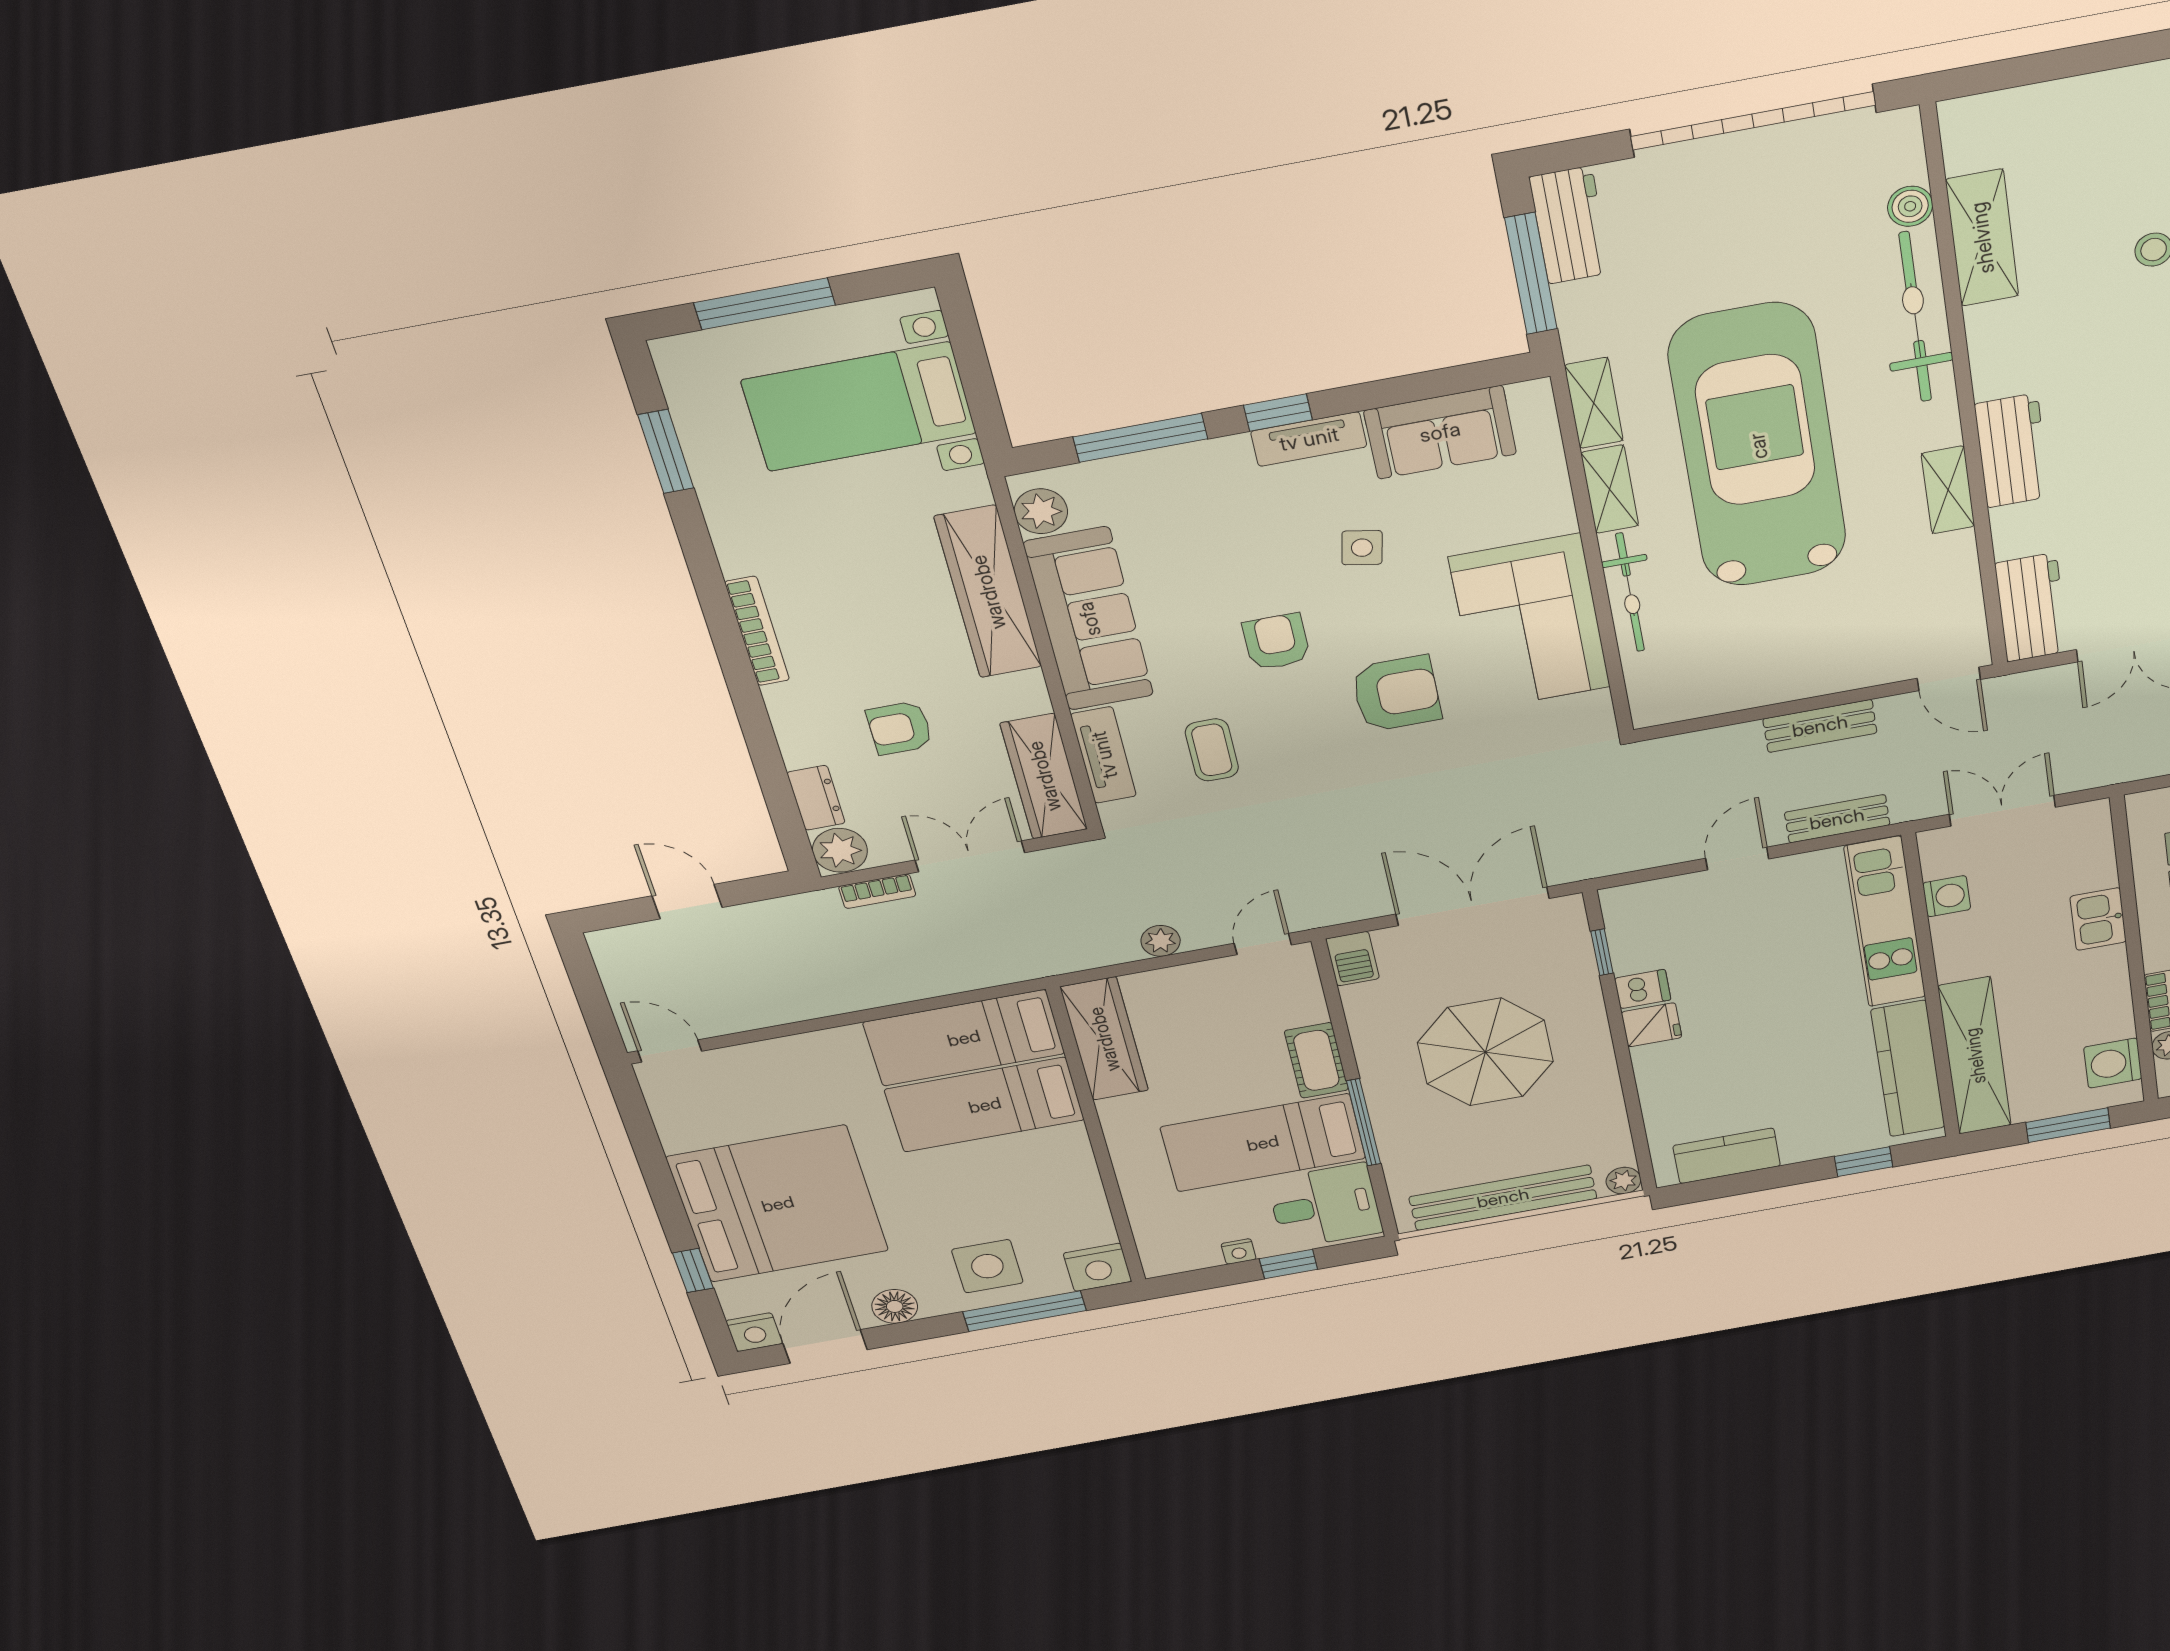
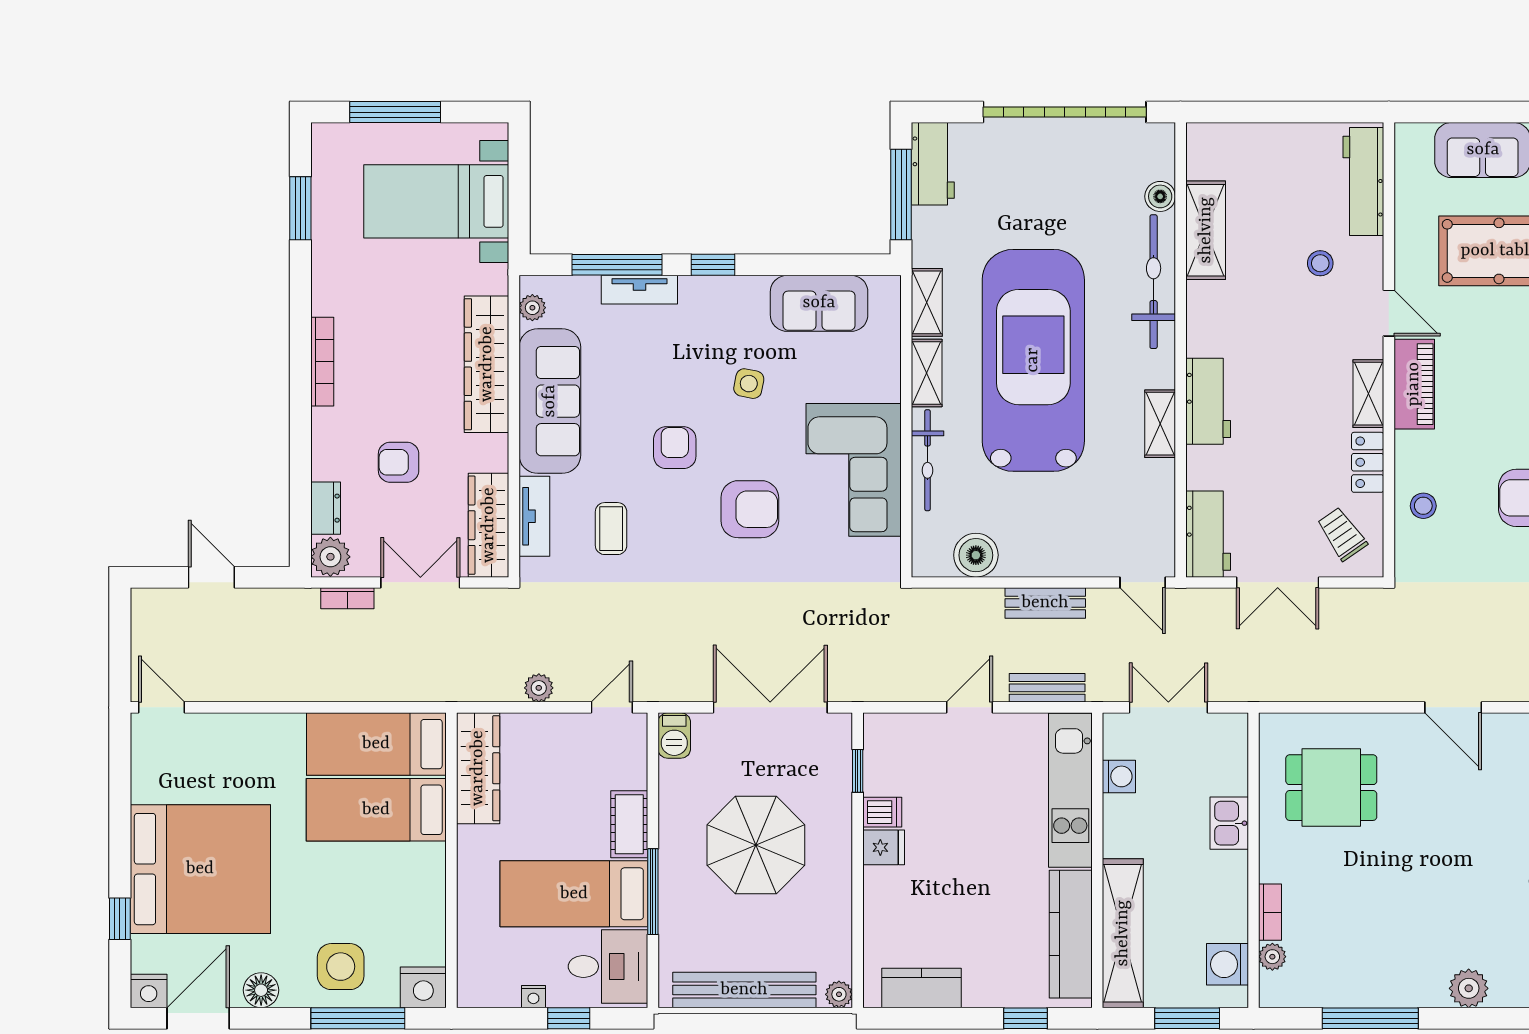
tv unit: (1309, 439) -> (639, 290), moved
plant: (1041, 511) -> (532, 308), width x0.73, depth x0.73
boiler: (1716, 689) -> (976, 555), added

